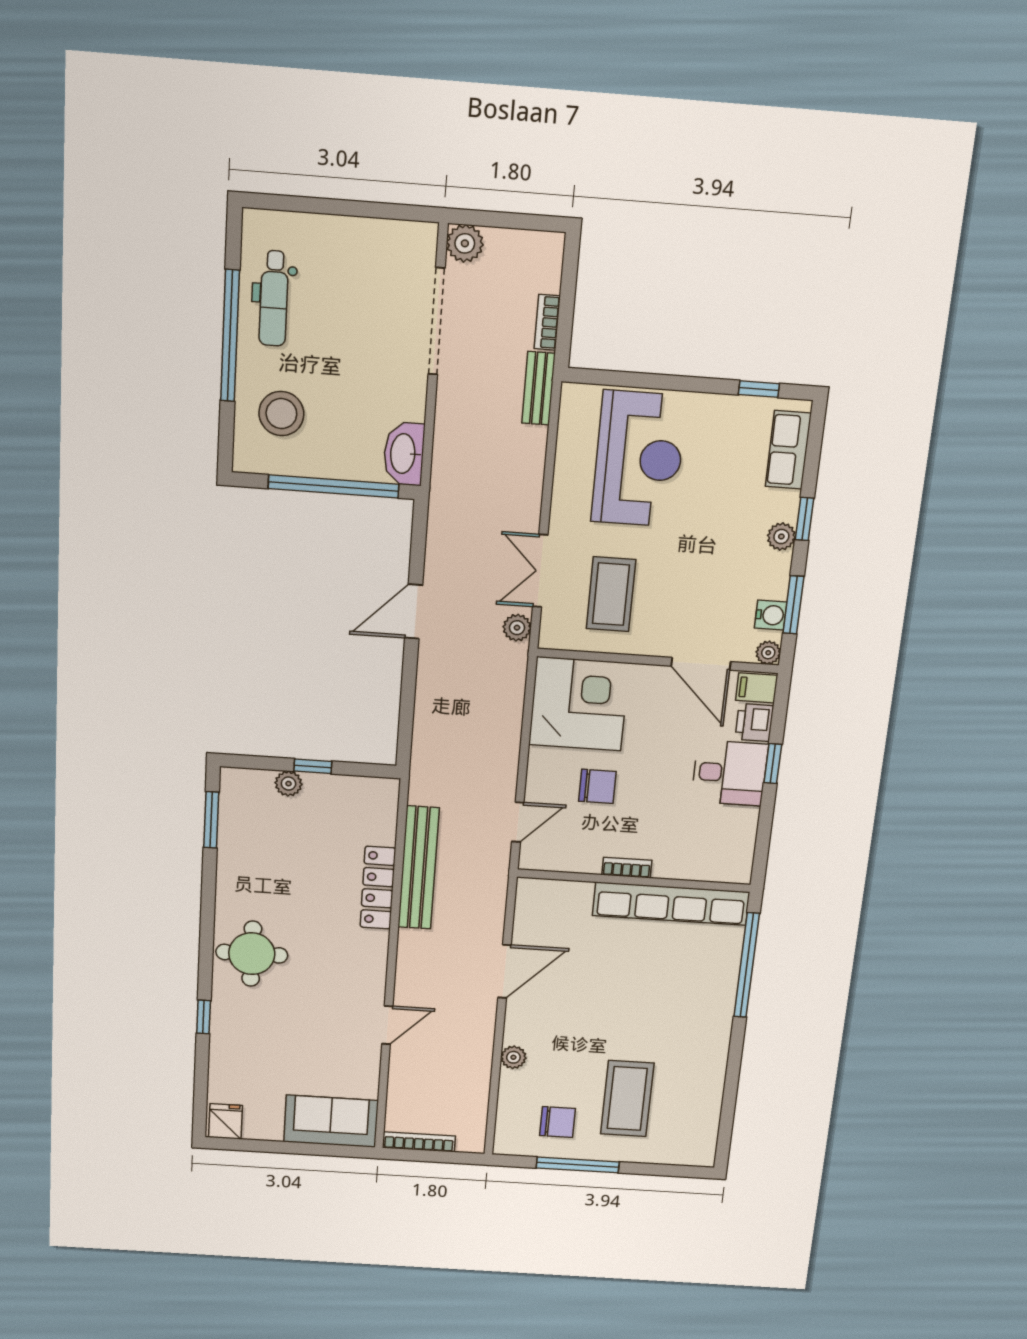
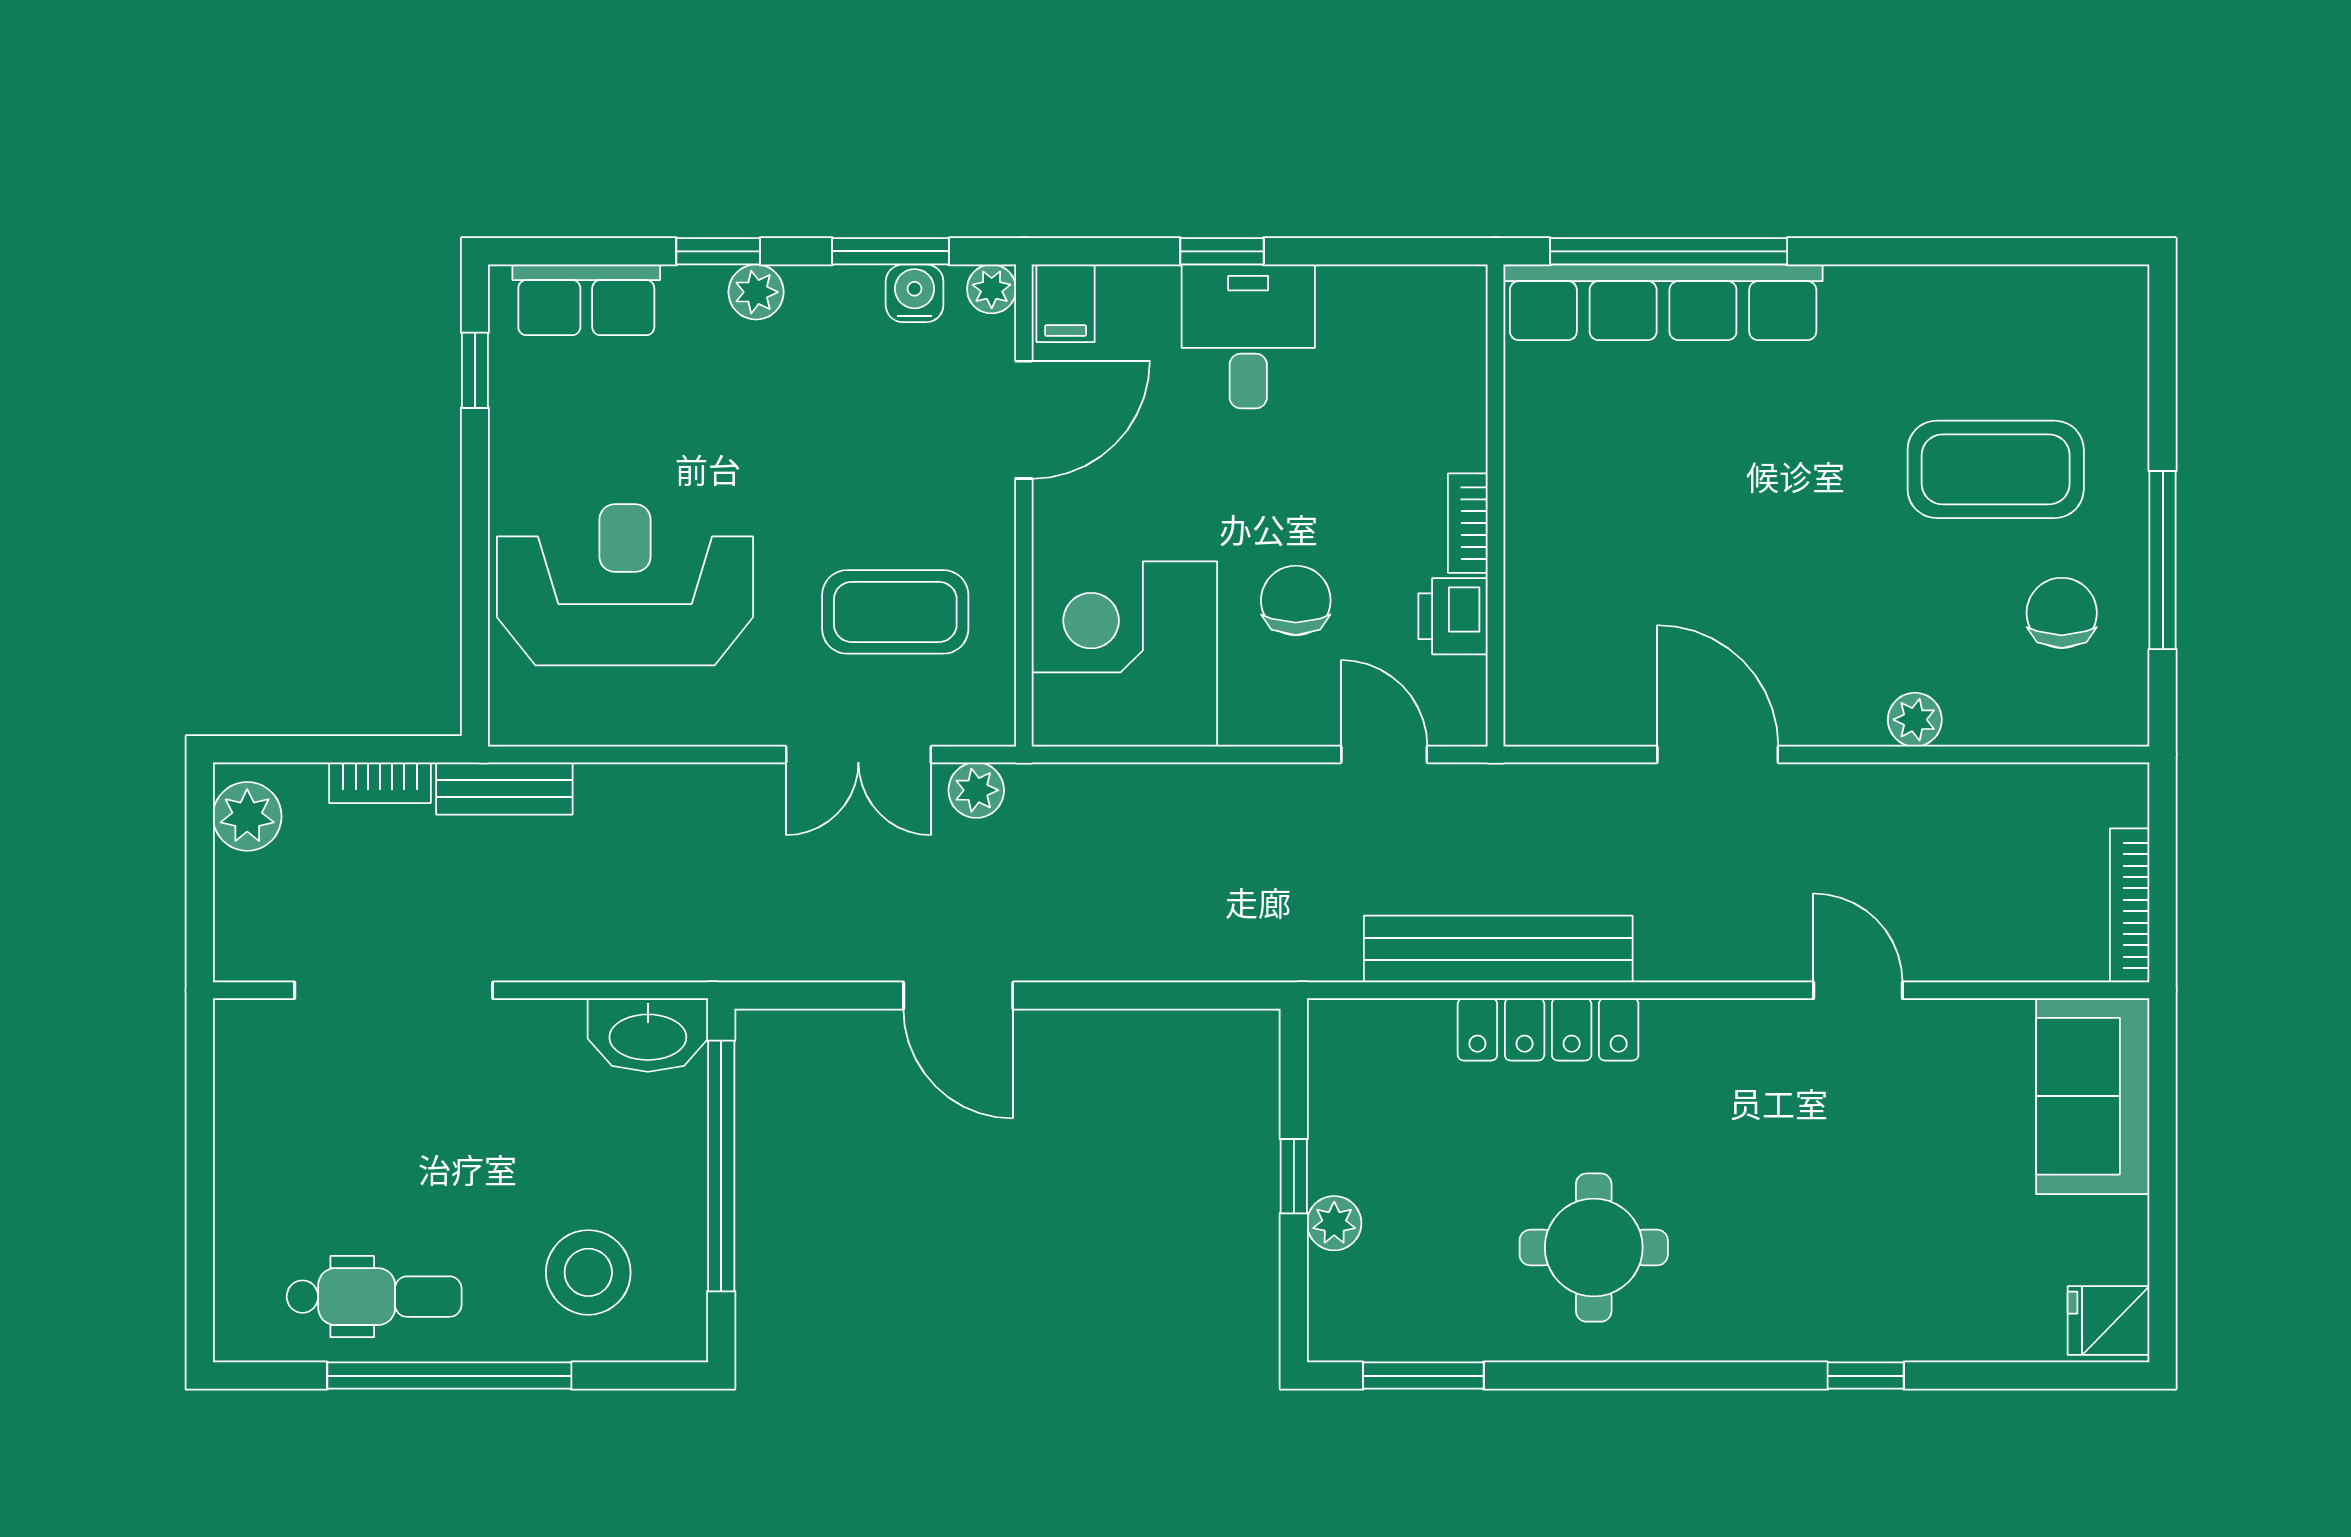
plant: (465, 243) -> (247, 816), moved
printer: (754, 723) -> (1453, 616), moved, turned 90
row of seats: (671, 904) -> (1663, 302), moved, turned 90
round table: (252, 954) -> (1594, 1248), moved

